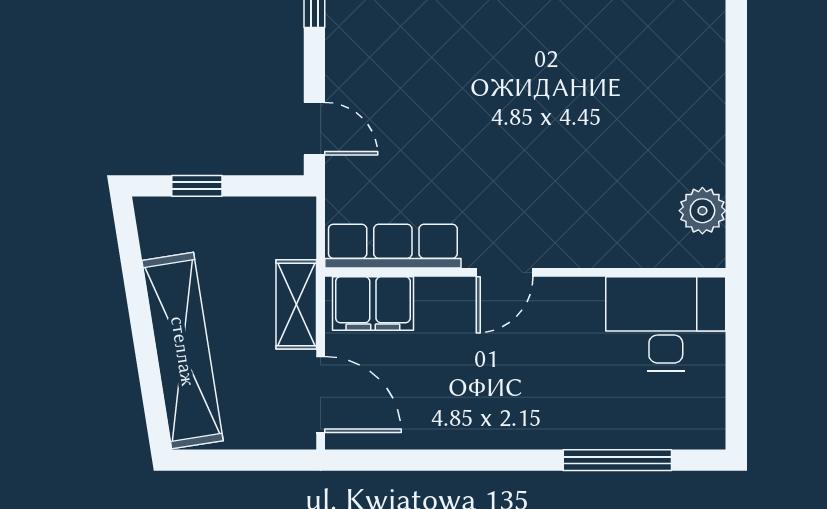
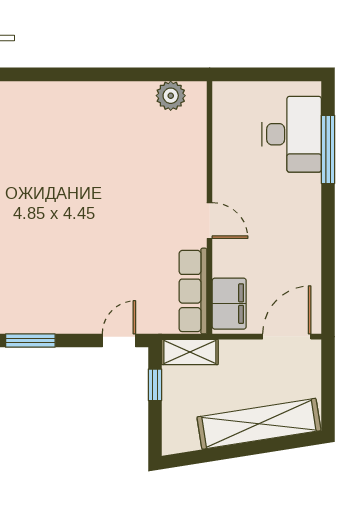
window: (197, 186) -> (155, 385), moved
shelving: (296, 304) -> (190, 352), moved
desk: (666, 324) -> (292, 134), moved, turned 180

